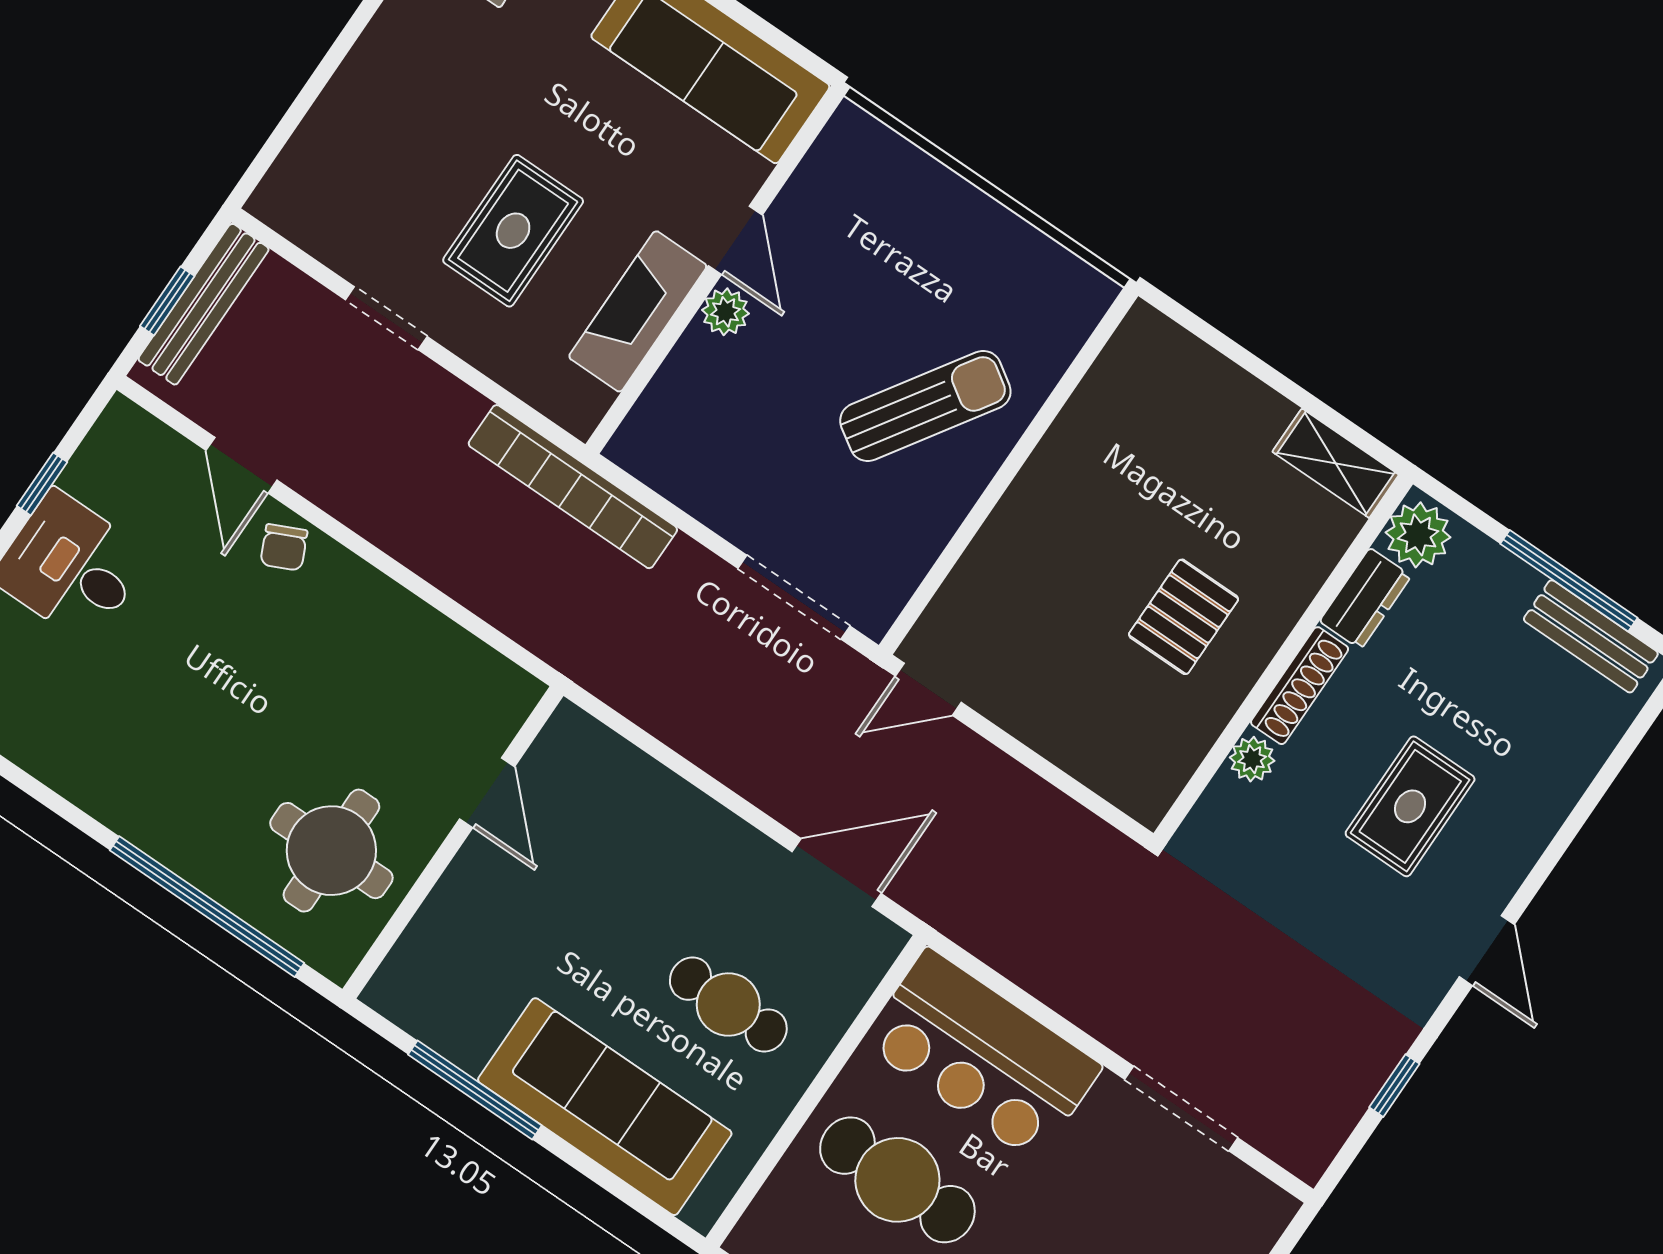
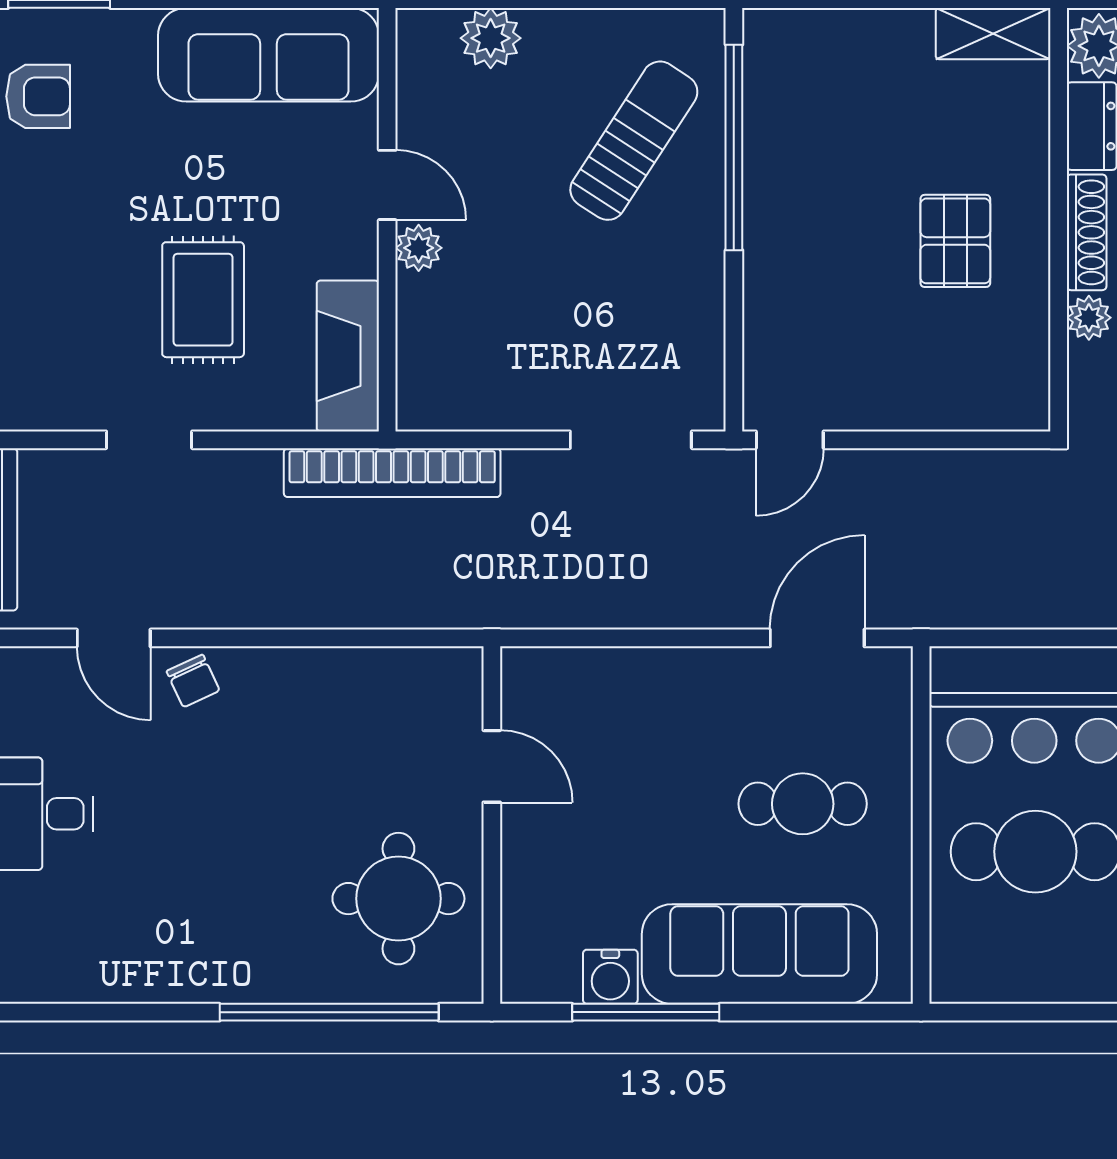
plant: (908, 176) -> (491, 38), added
fireplace: (638, 311) -> (348, 356), moved
sun lounger: (925, 406) -> (634, 141), moved
window: (1050, 409) -> (734, 147), added
water cooler: (465, 1039) -> (610, 977), added

